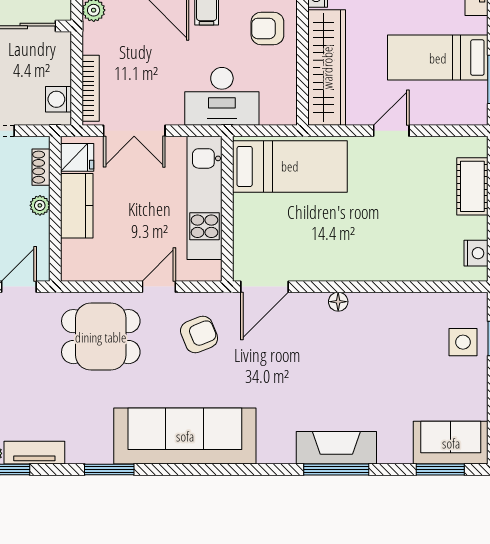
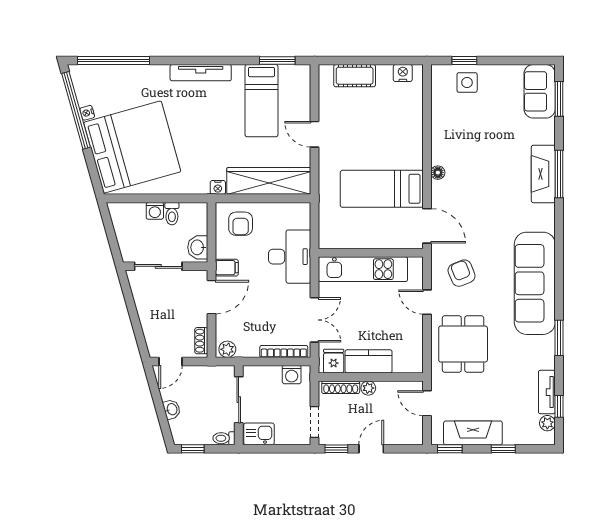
bed: (290, 166) -> (382, 189), moved, turned -90
shoe rack: (41, 167) -> (341, 387), width x1.43

